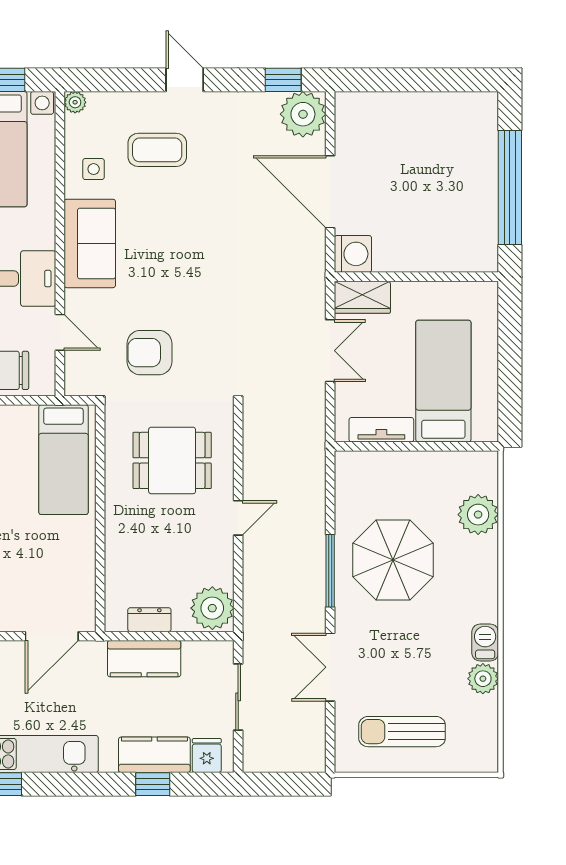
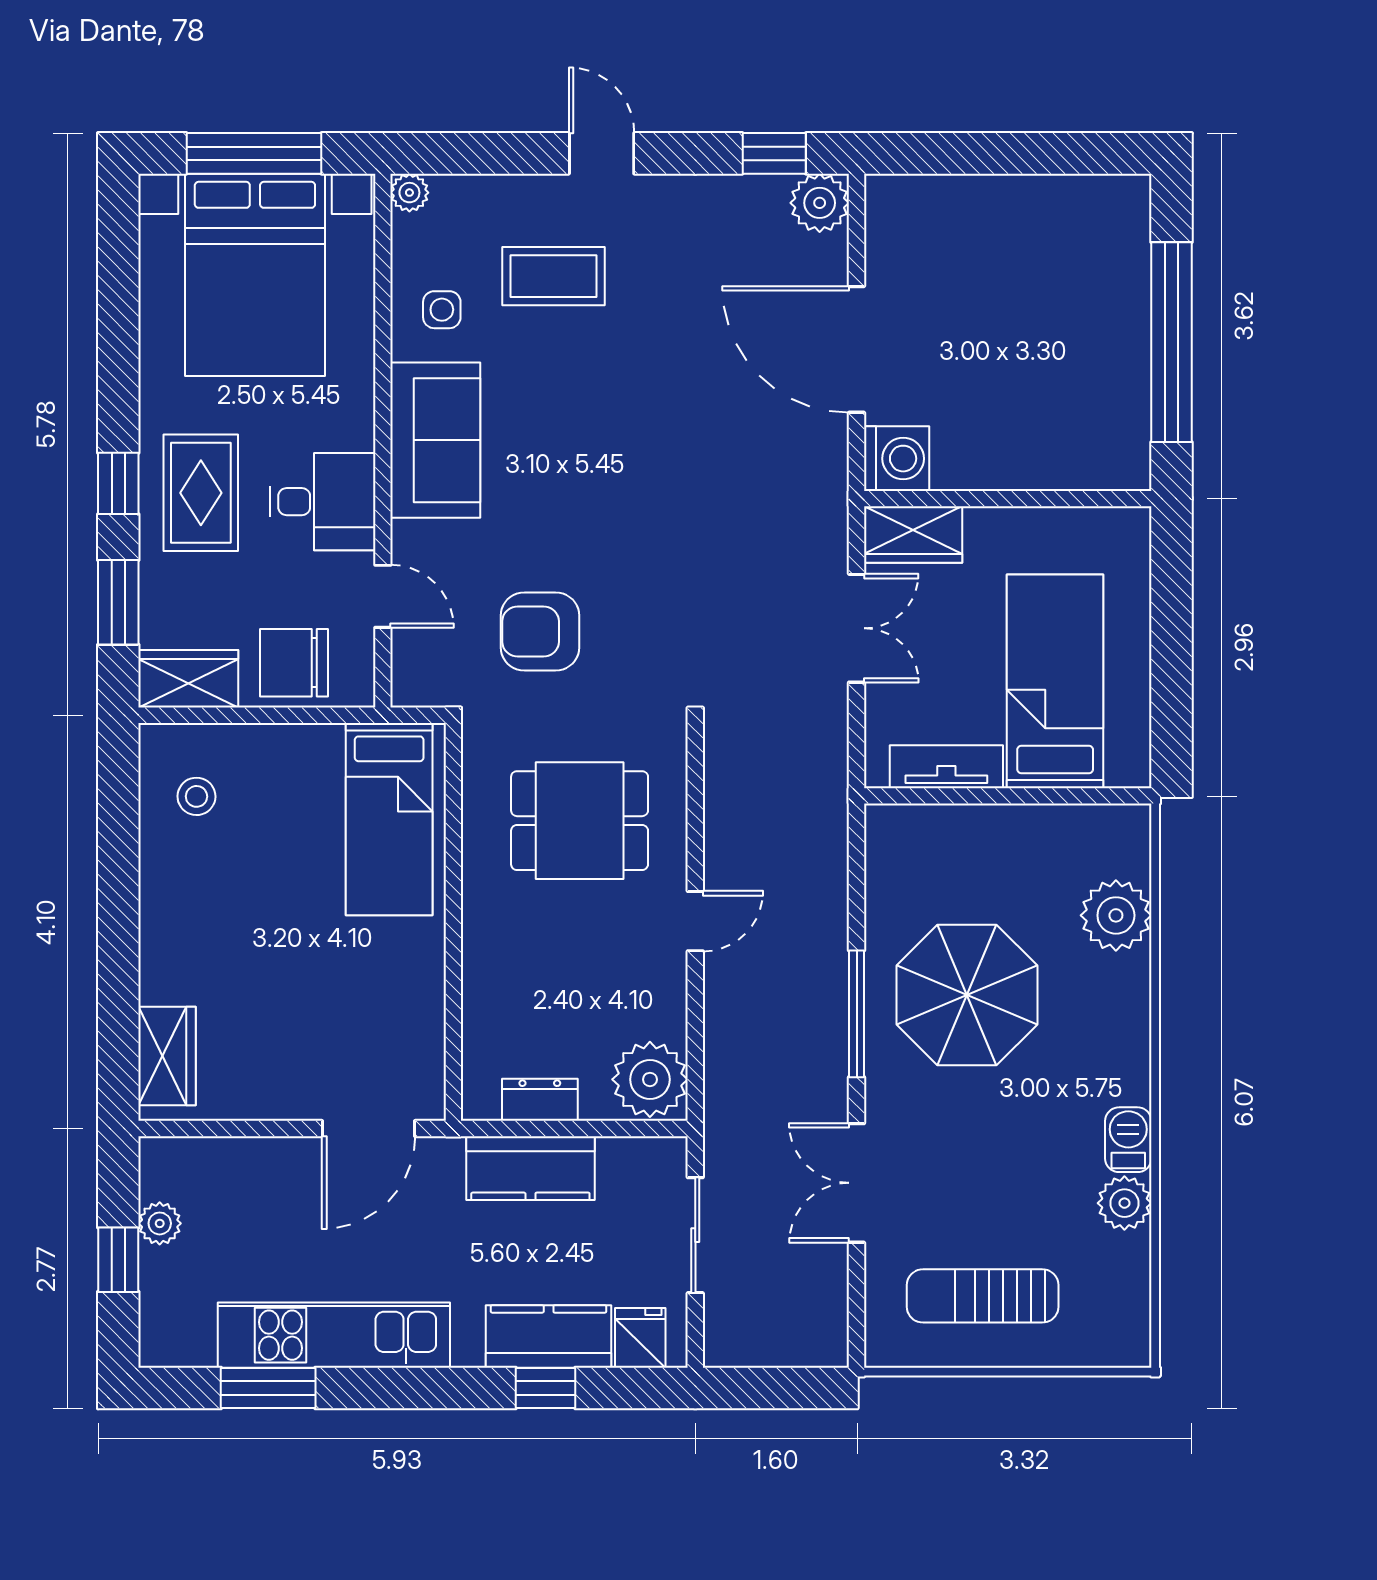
plant: (303, 114) -> (820, 203), width x0.73, depth x0.73

